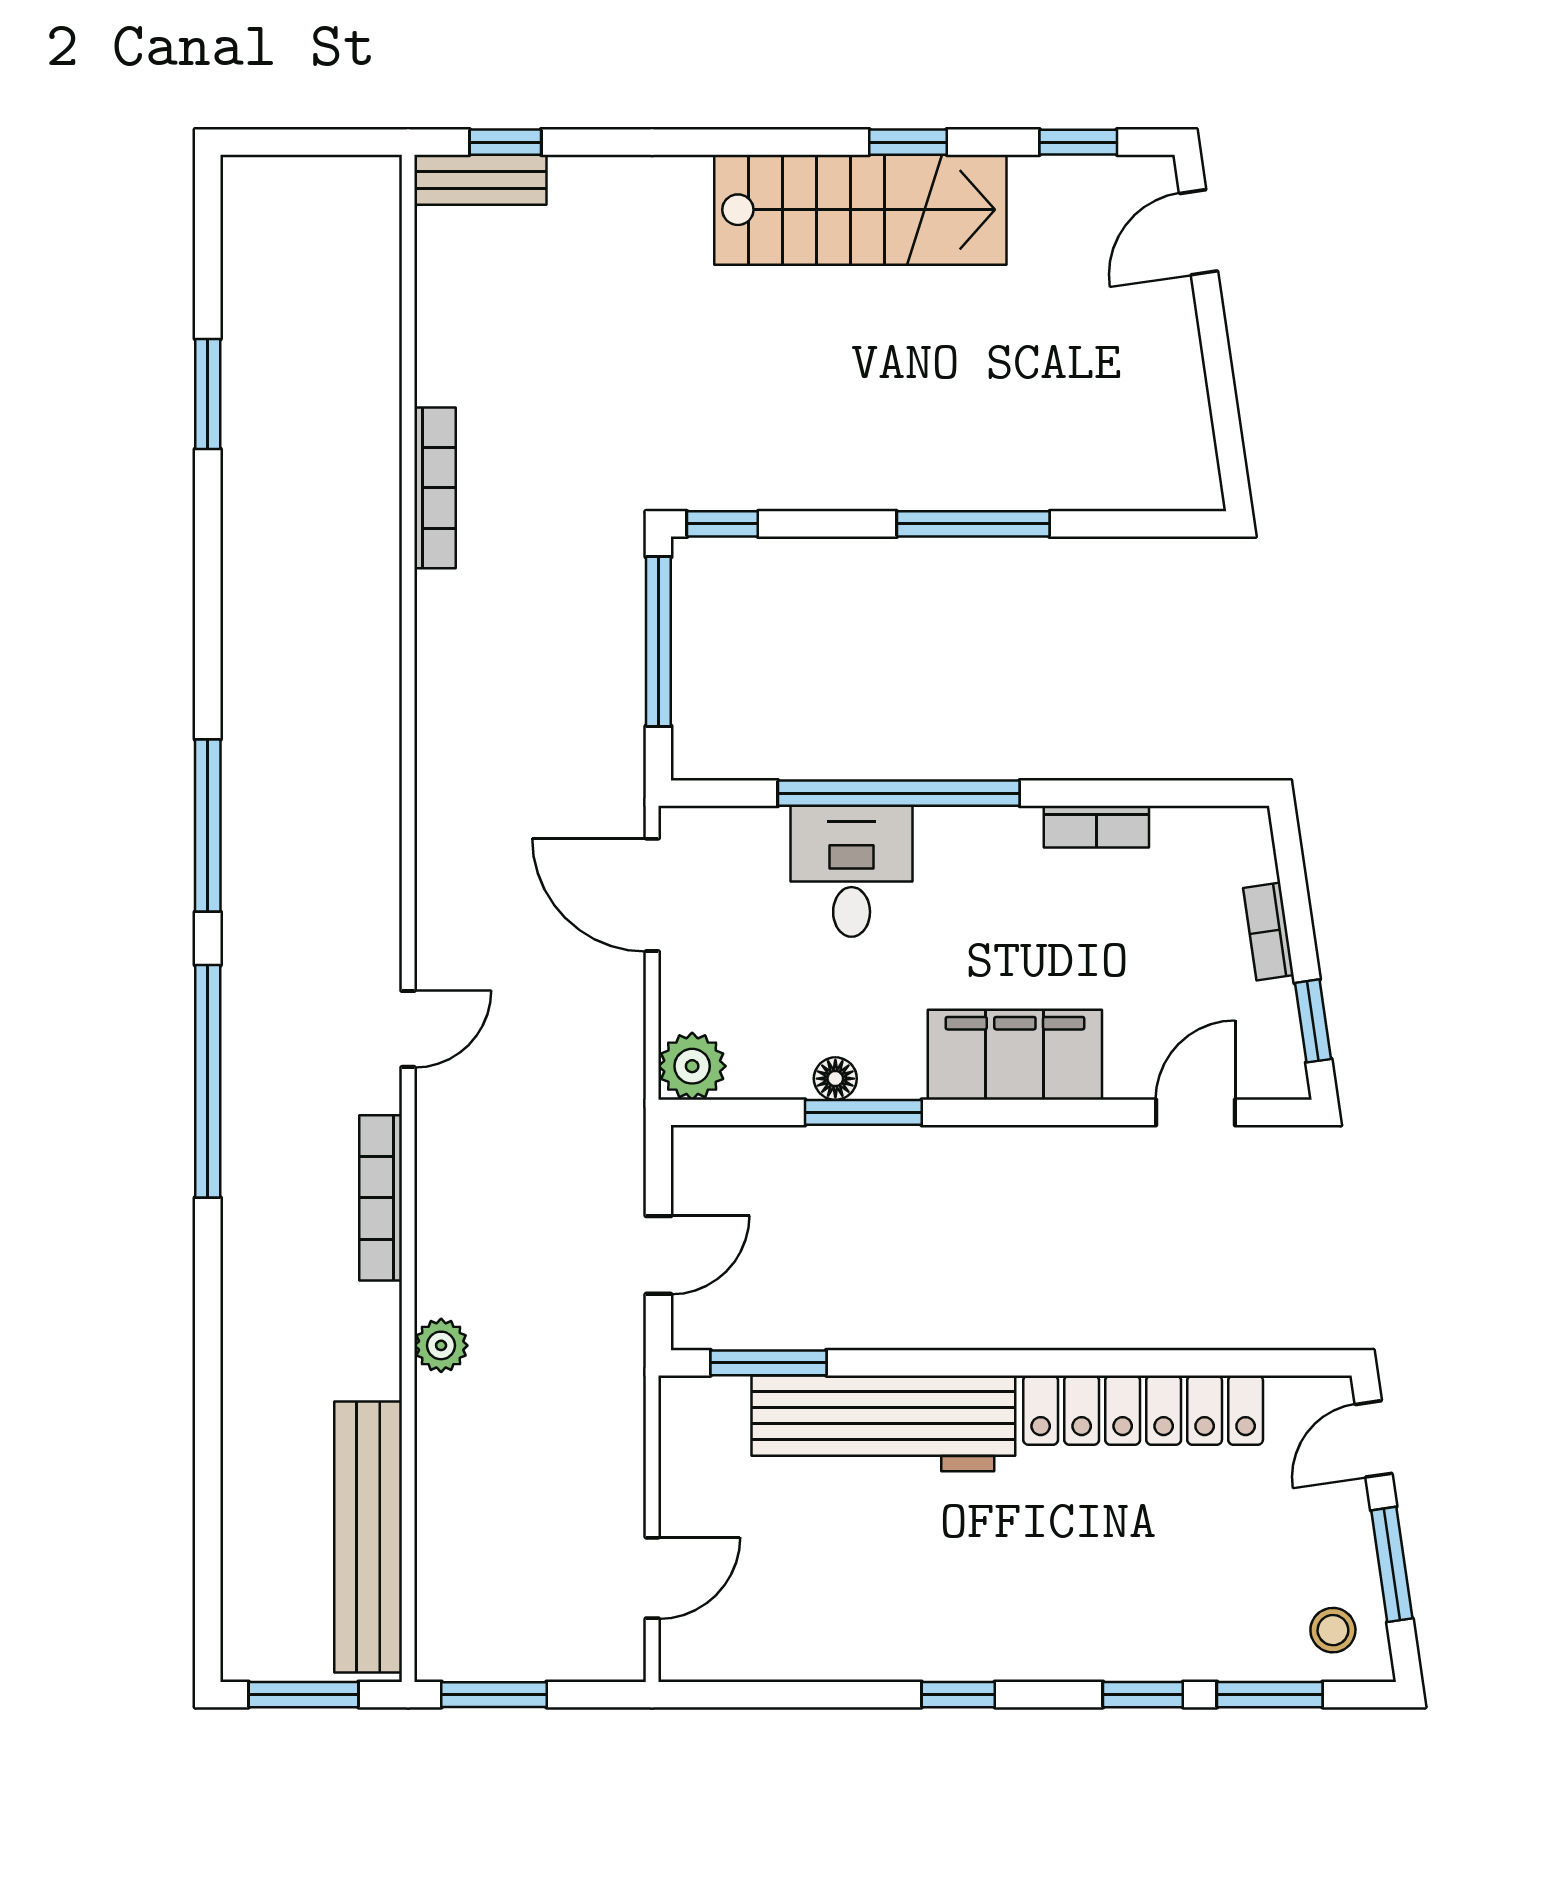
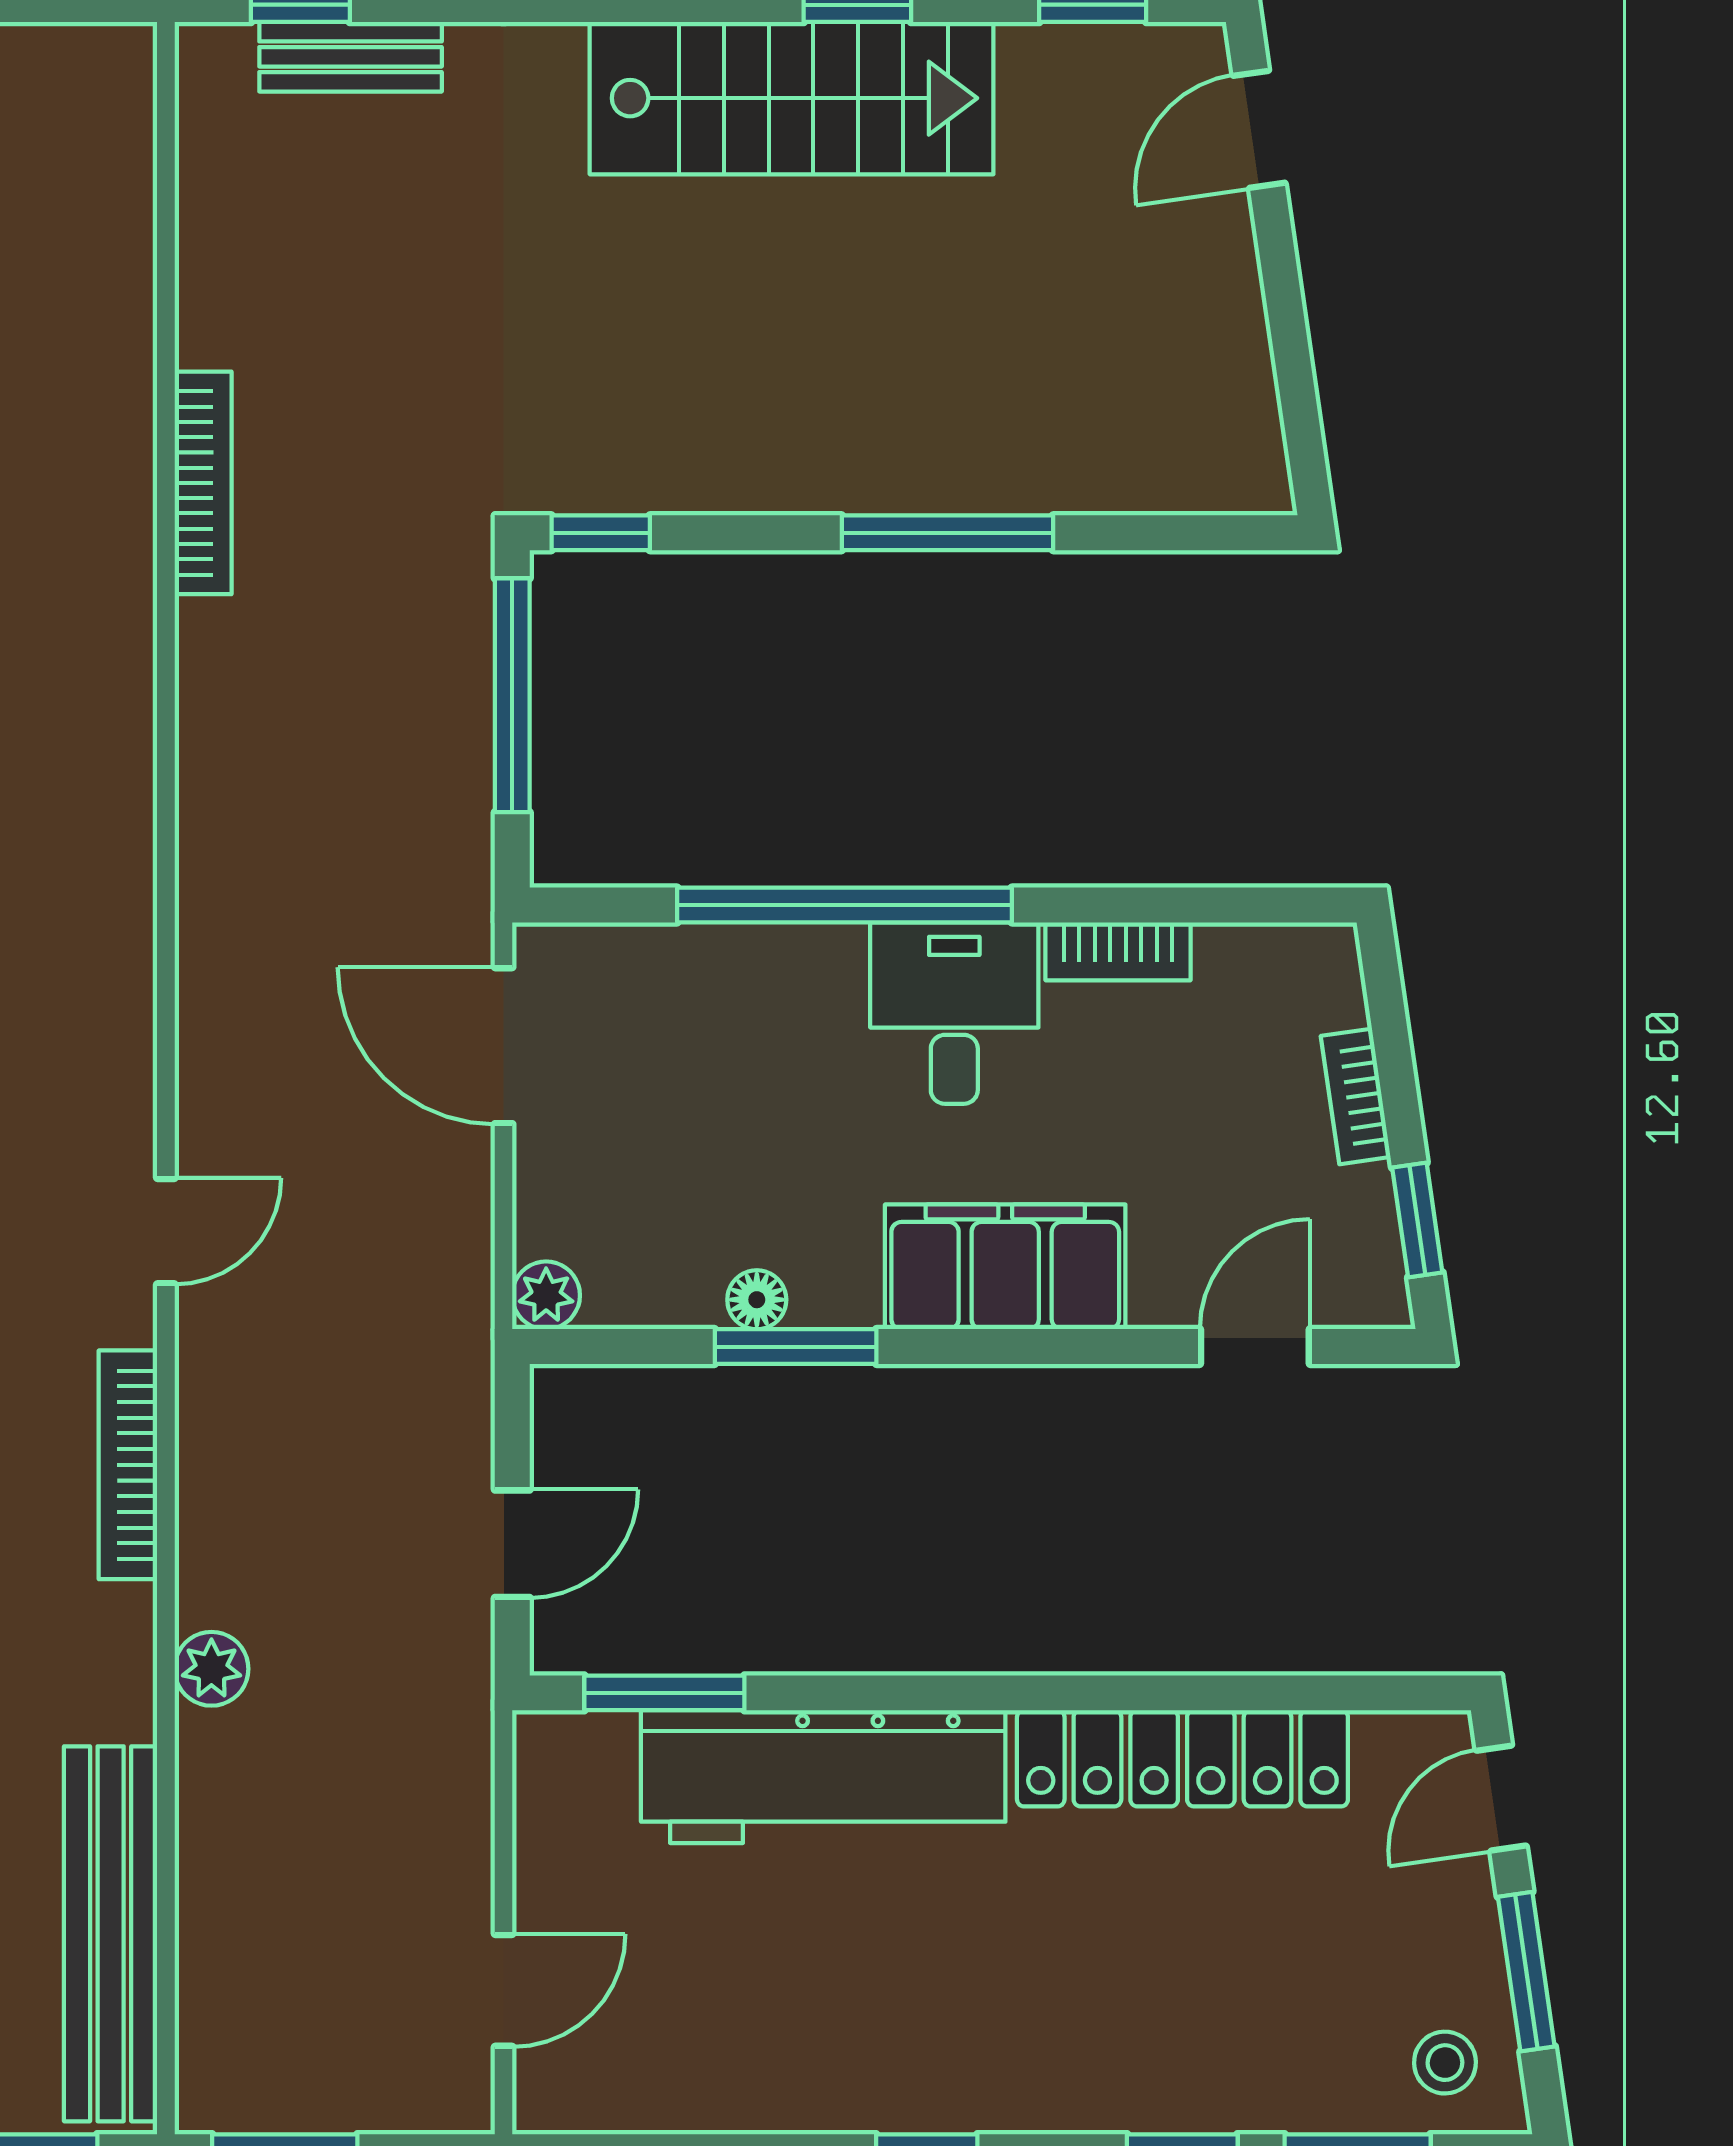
bench: (480, 180) -> (351, 57), moved
desk: (852, 871) -> (954, 1013), moved
plant: (692, 1066) -> (546, 1295), width x0.73, depth x0.73

